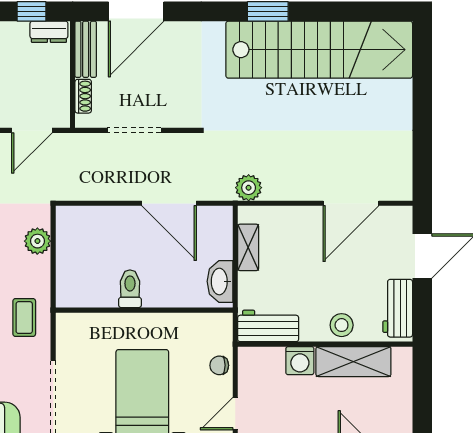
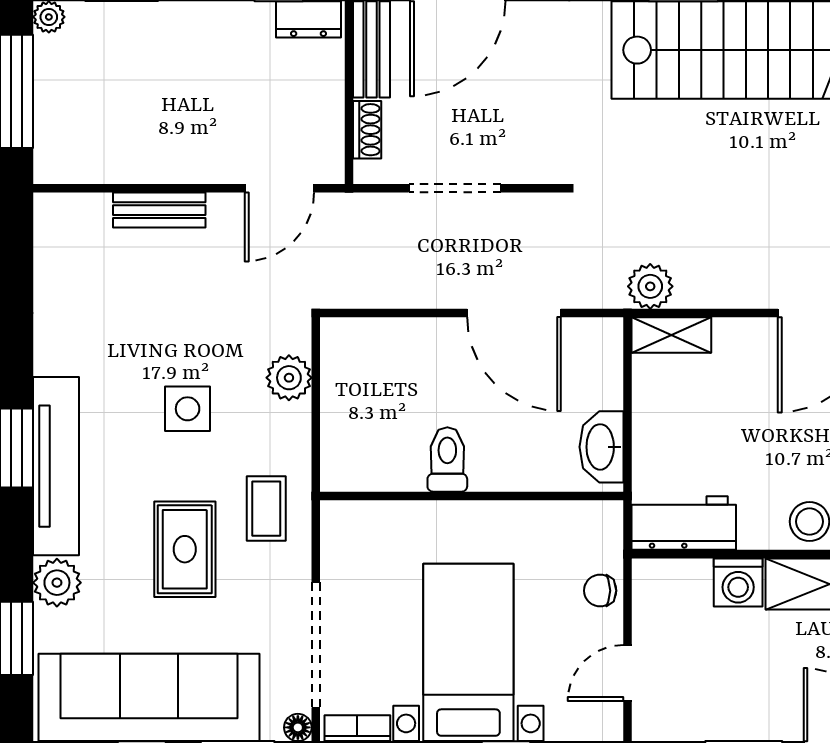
shelving: (248, 247) -> (671, 335), moved, turned 90

